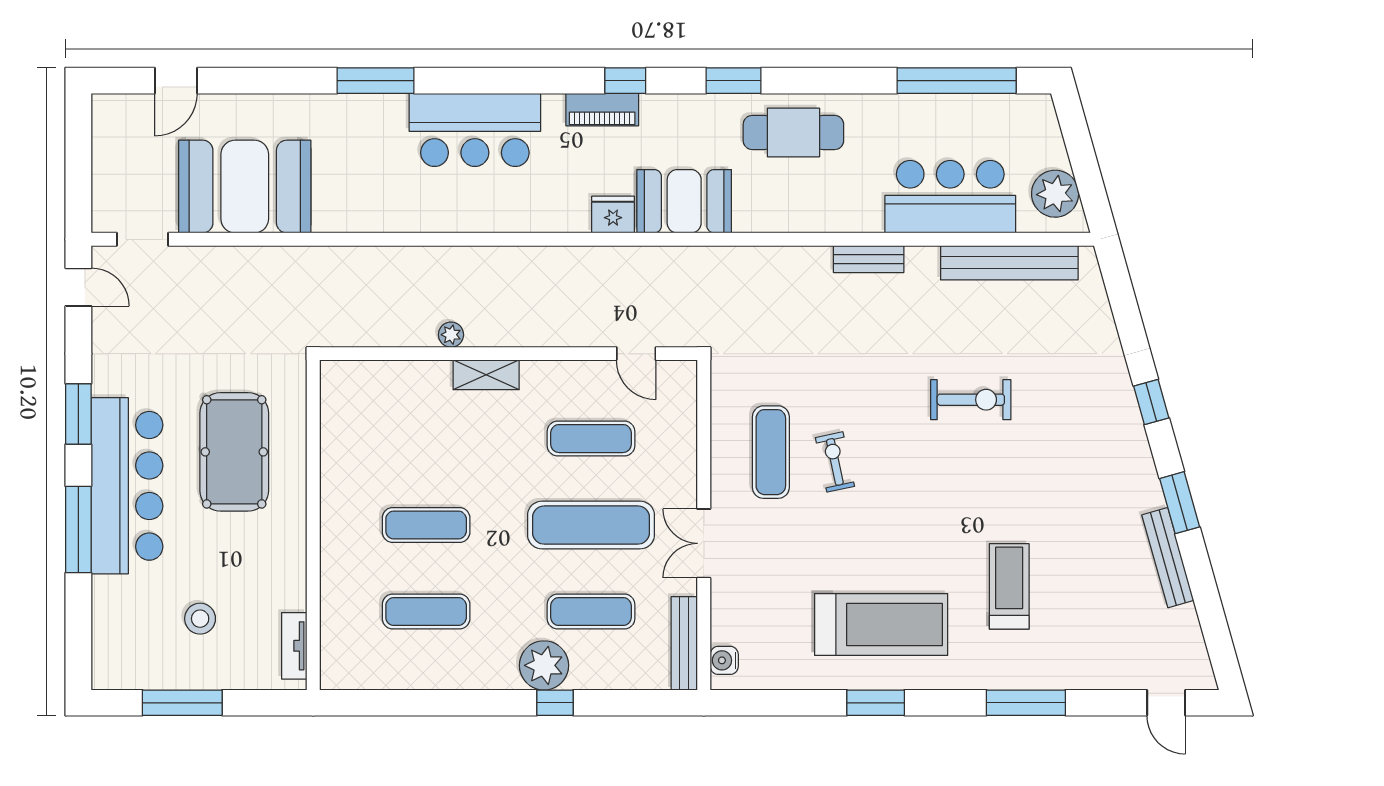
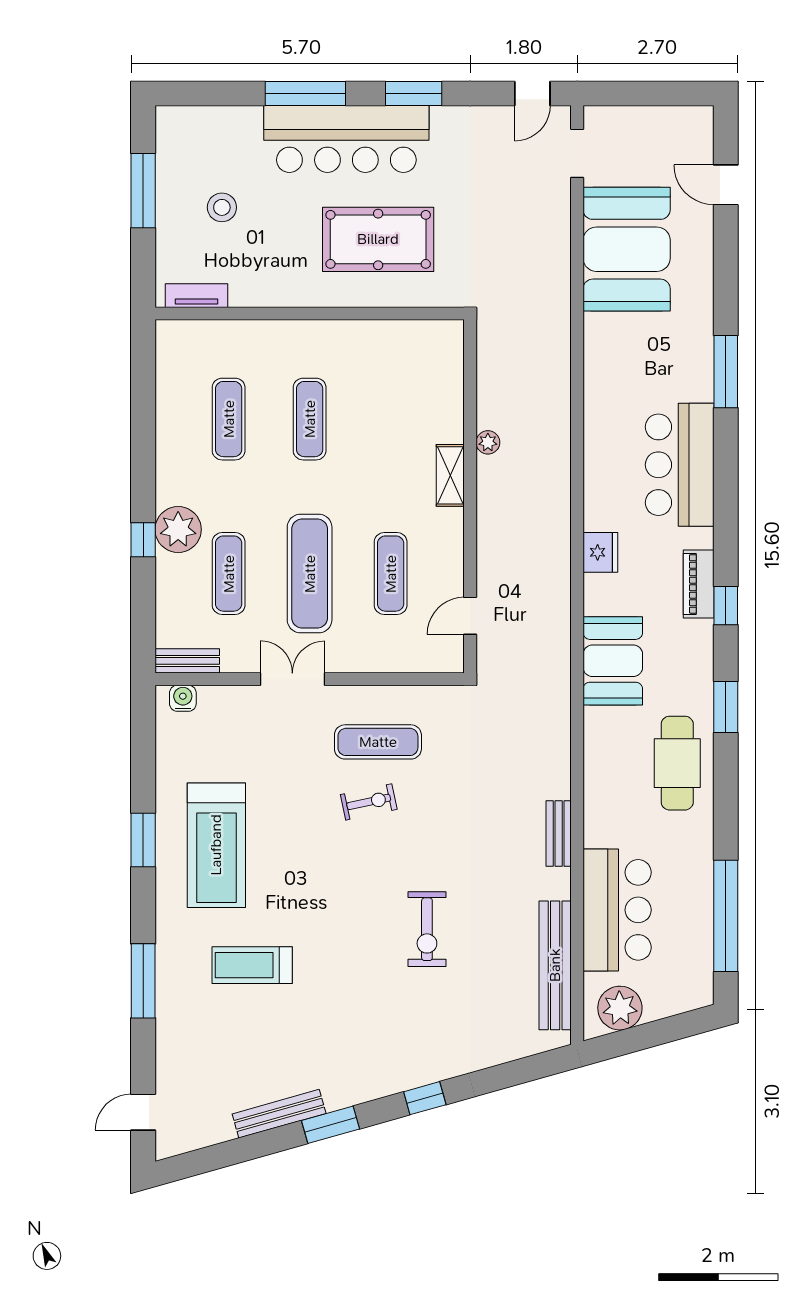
fridge: (613, 215) -> (600, 552), moved
treadmill: (1009, 586) -> (252, 965), turned 180
bench: (684, 643) -> (187, 661), width x0.73

